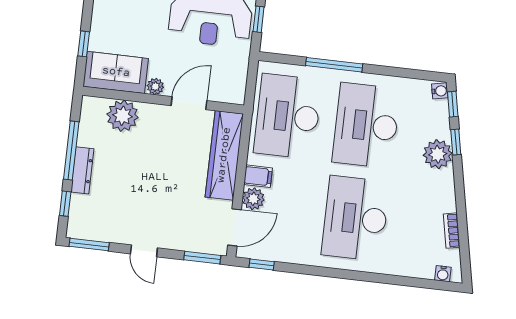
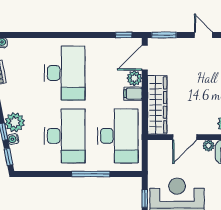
water cooler: (440, 91) -> (13, 139), moved

